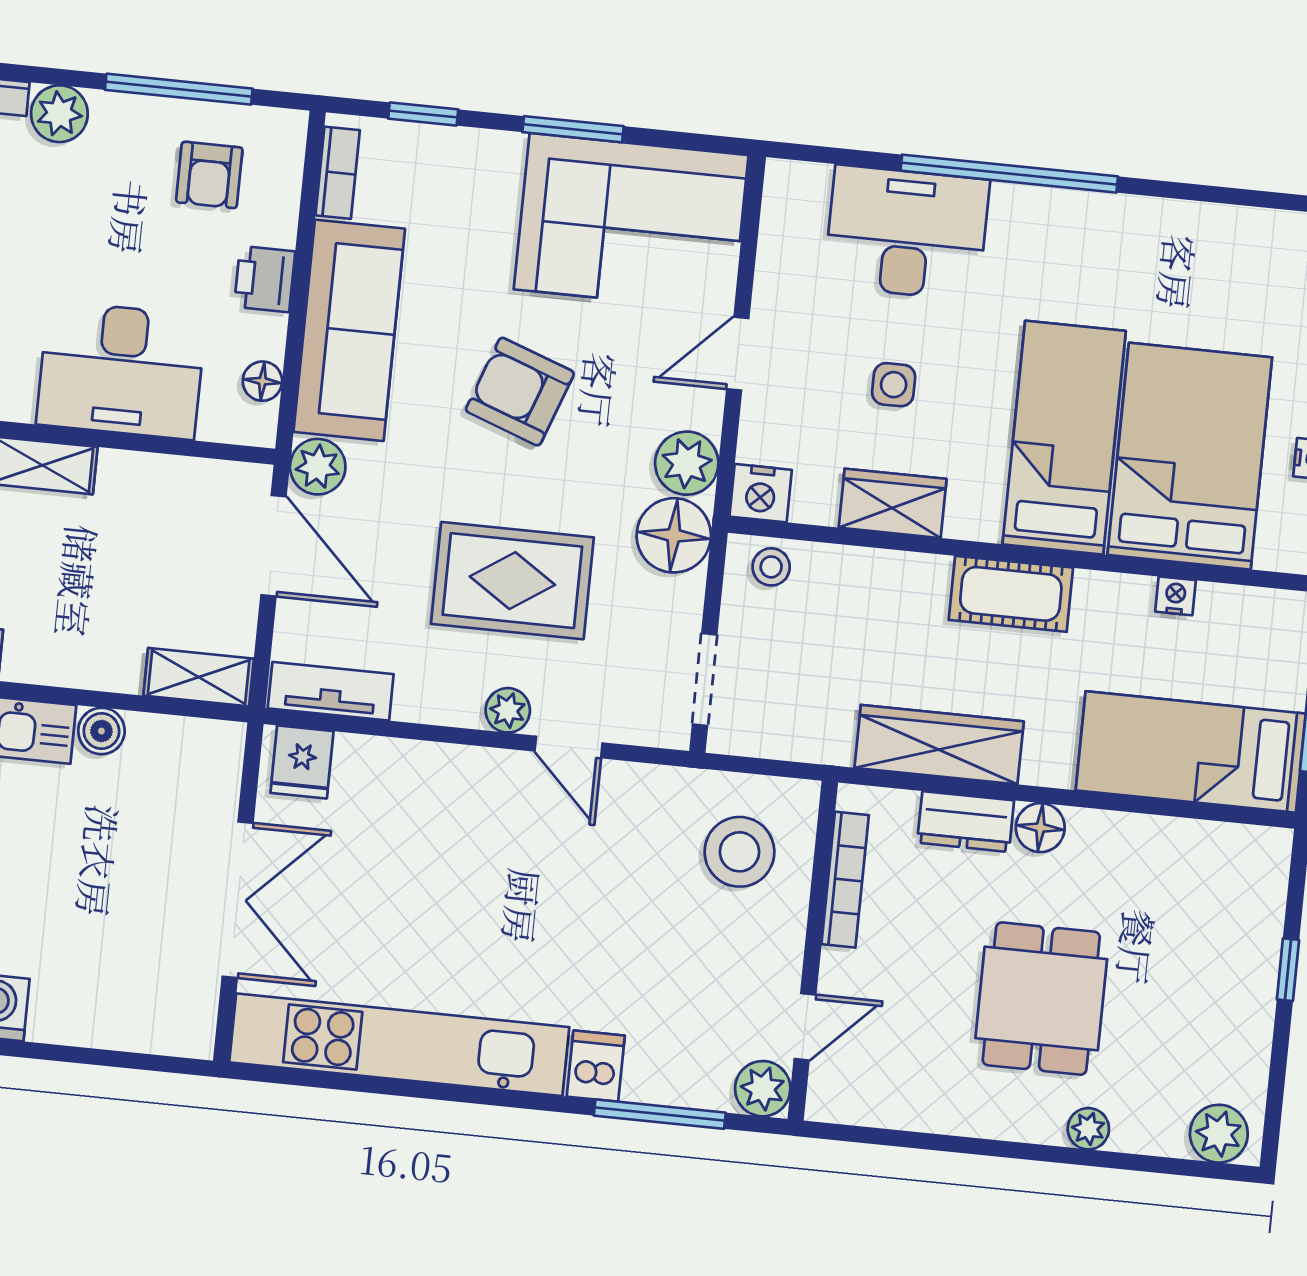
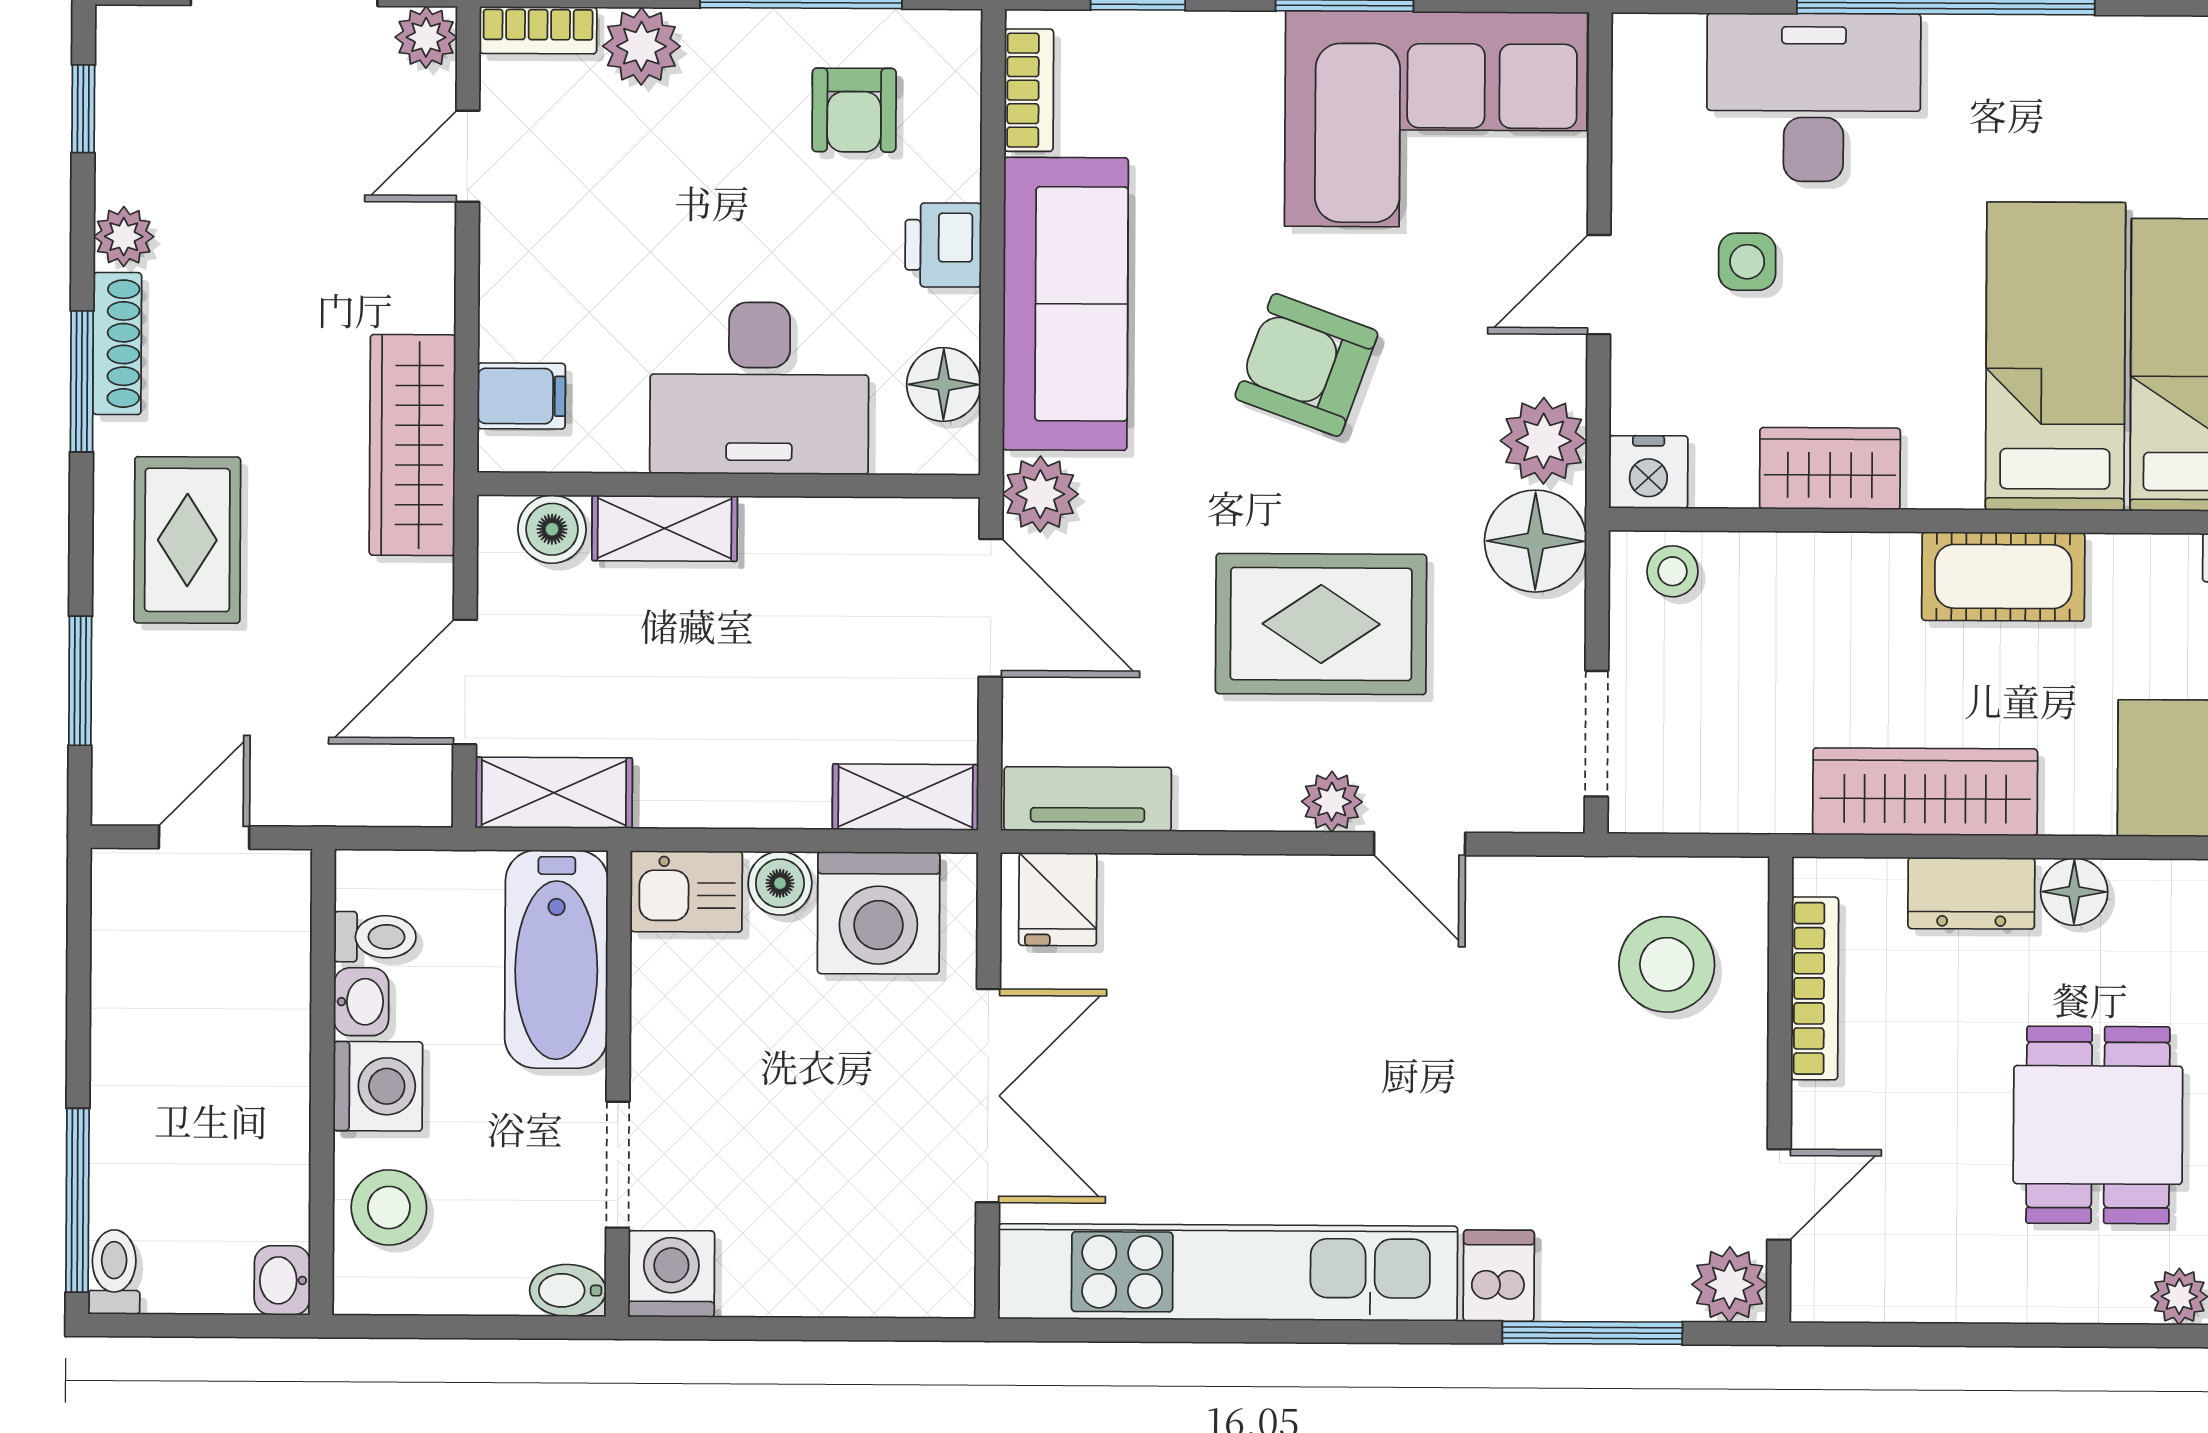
floor lamp: (262, 381) -> (944, 384), width x1.37, depth x1.37
side table: (894, 385) -> (1747, 262), moved
washing machine: (171, 759) -> (879, 913), added

